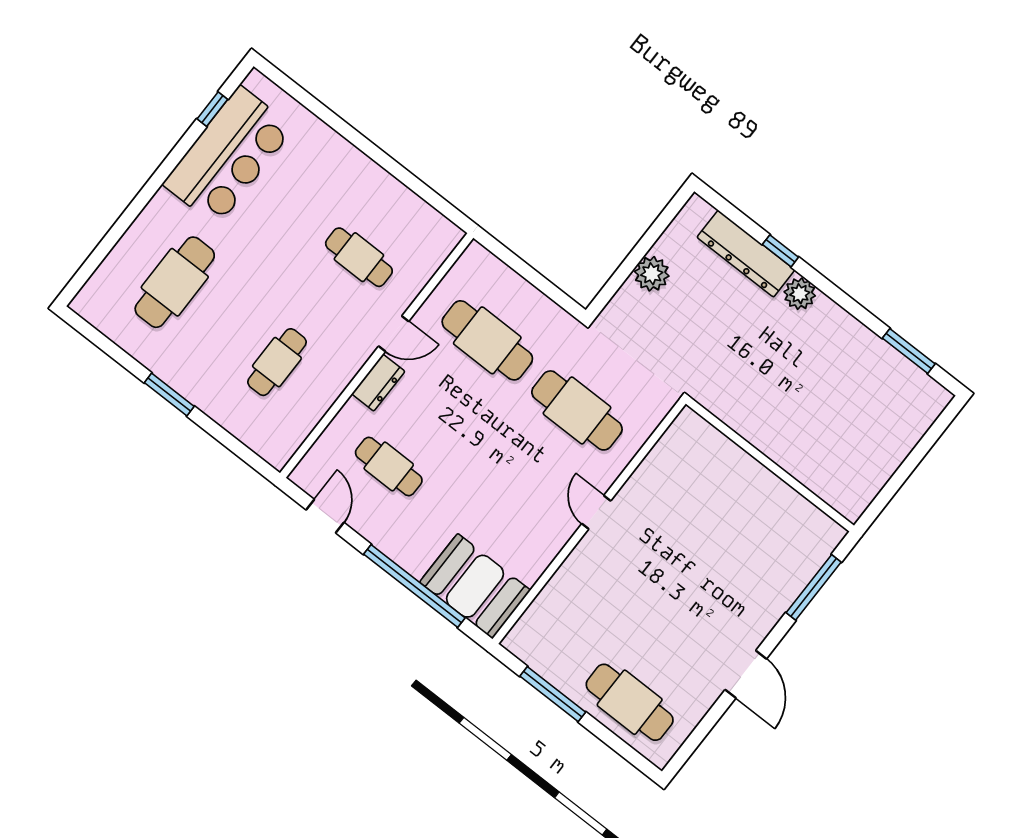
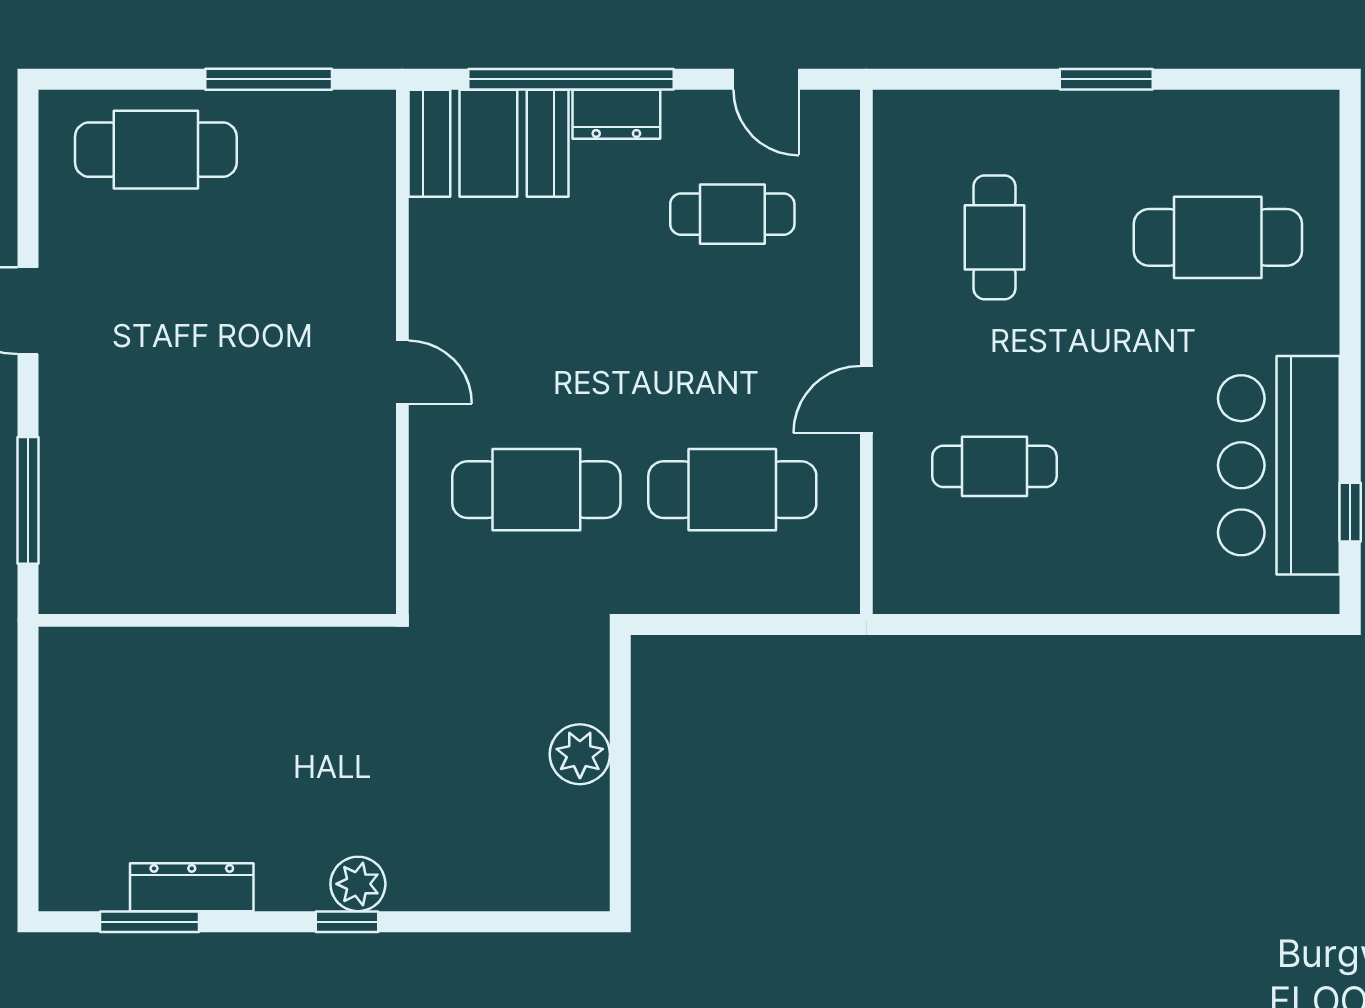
window: (780, 251) -> (347, 922), moved
dresser: (746, 254) -> (192, 887), moved, width x0.73, depth x0.80
cafe table: (175, 282) -> (1218, 237), turned 90
dresser: (378, 383) -> (616, 114), moved, turned -90

